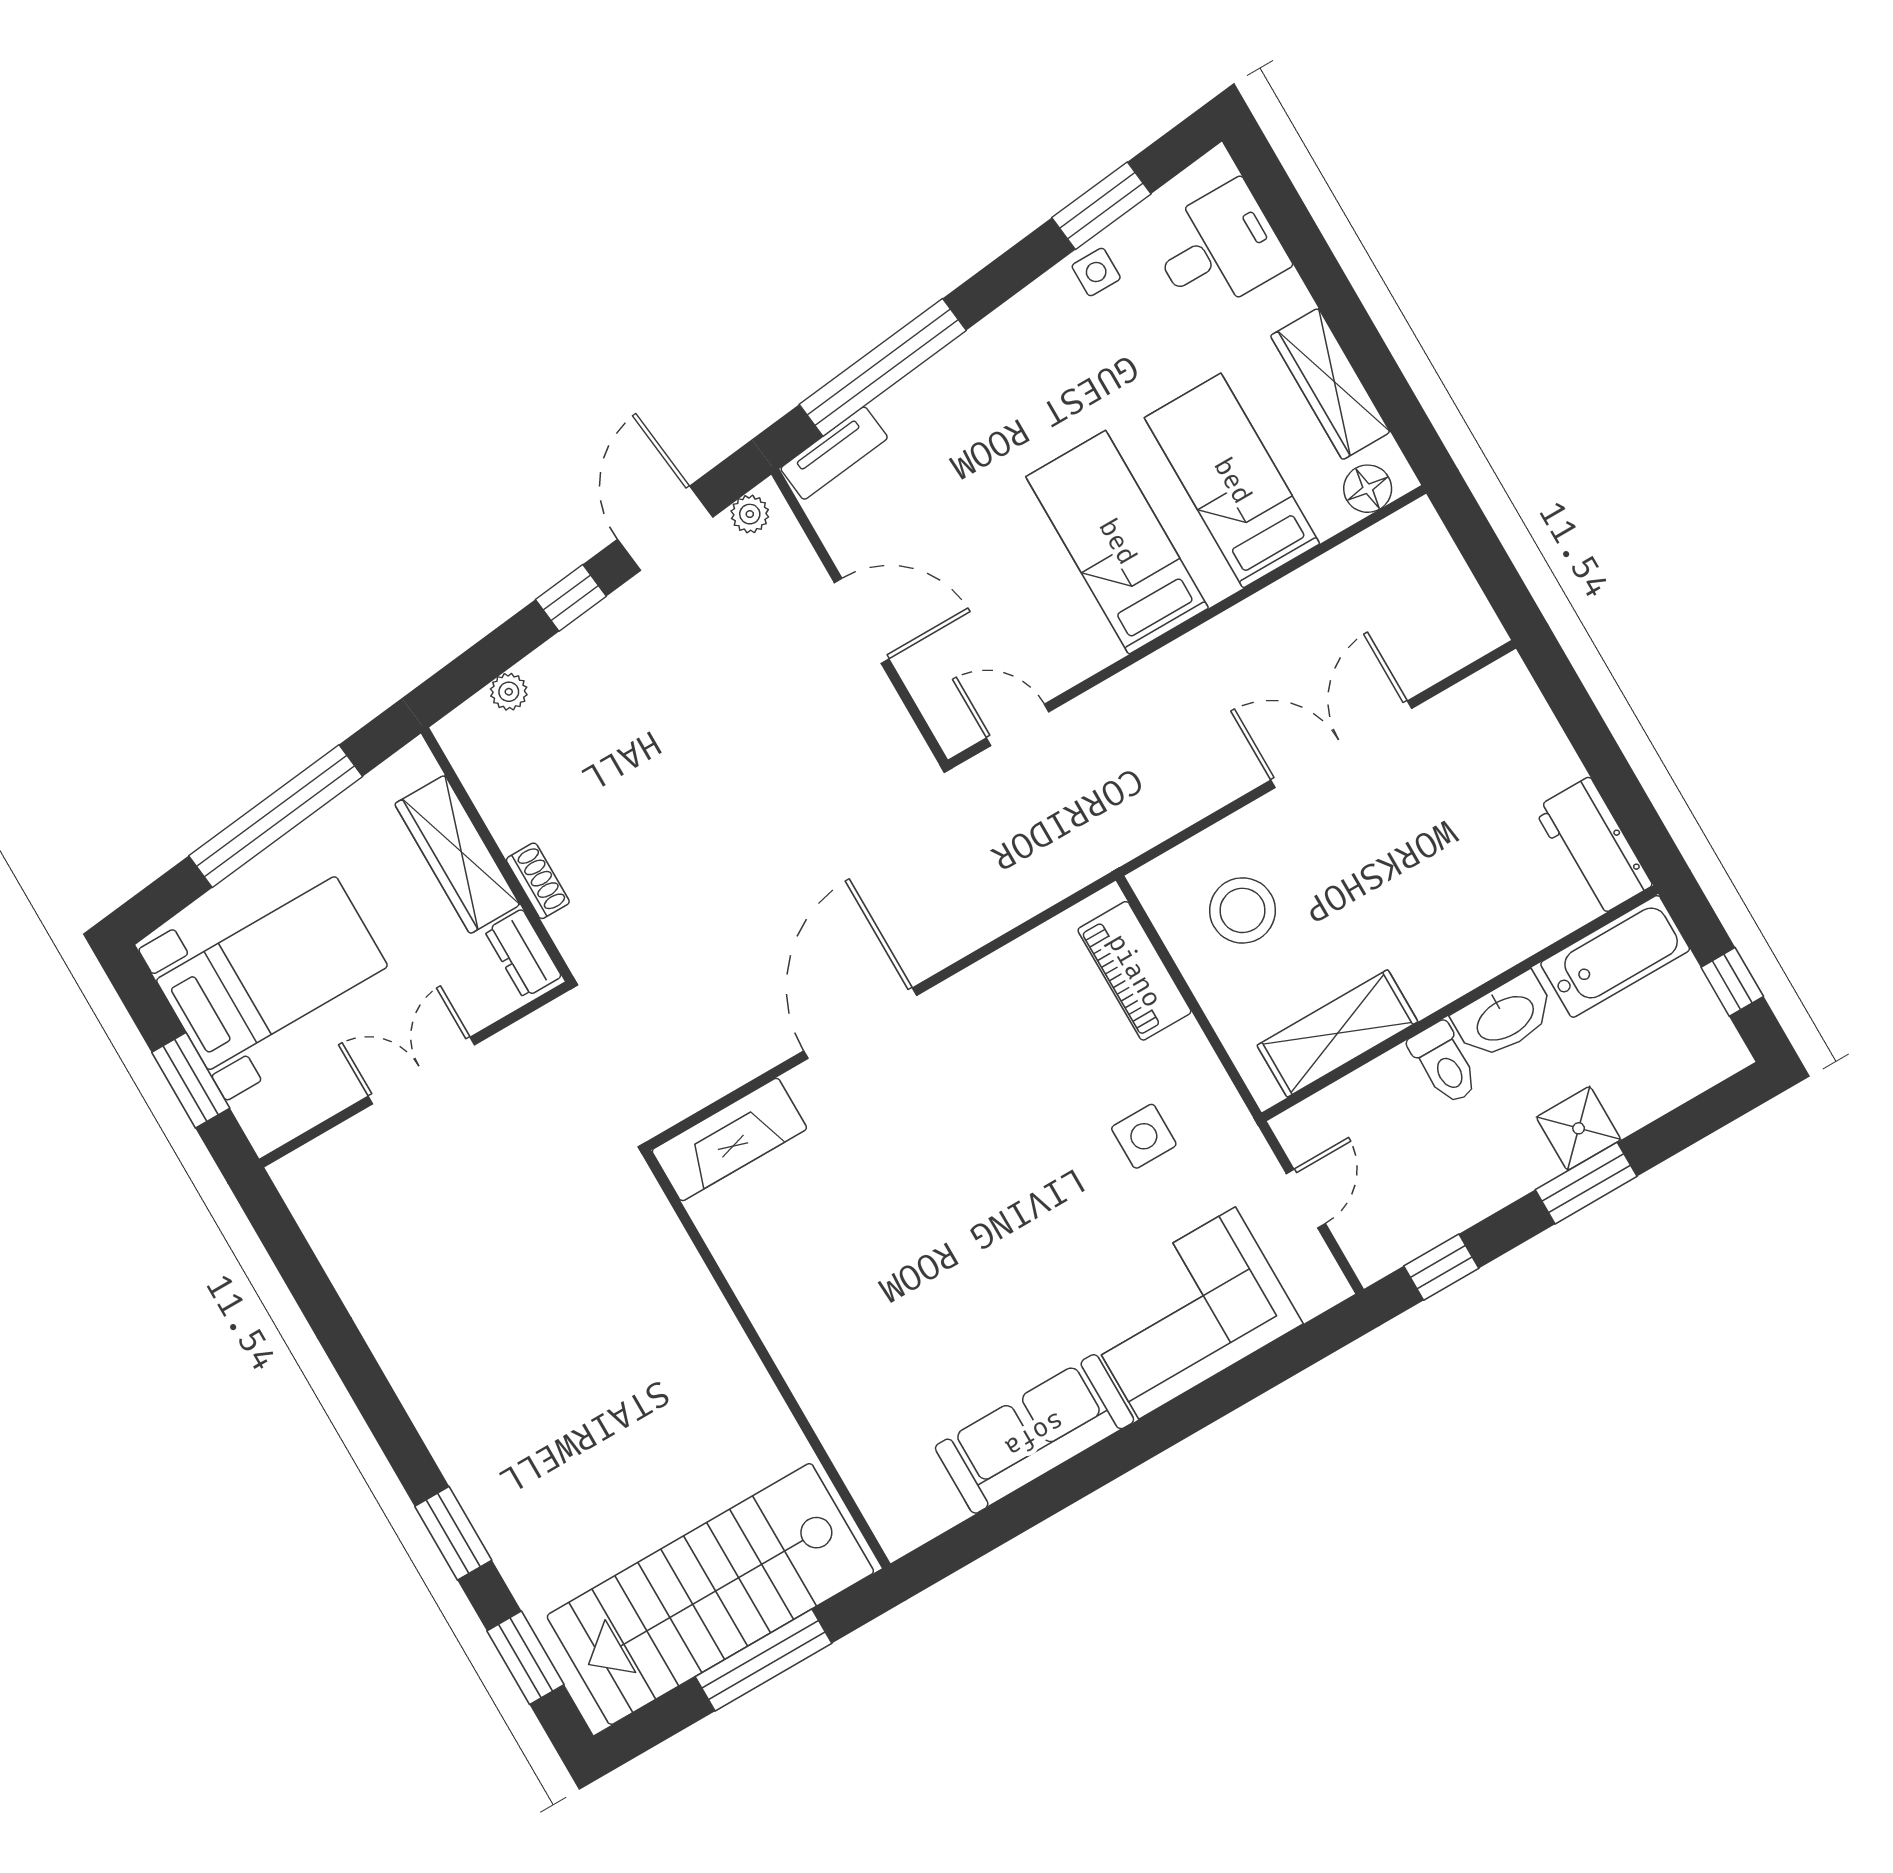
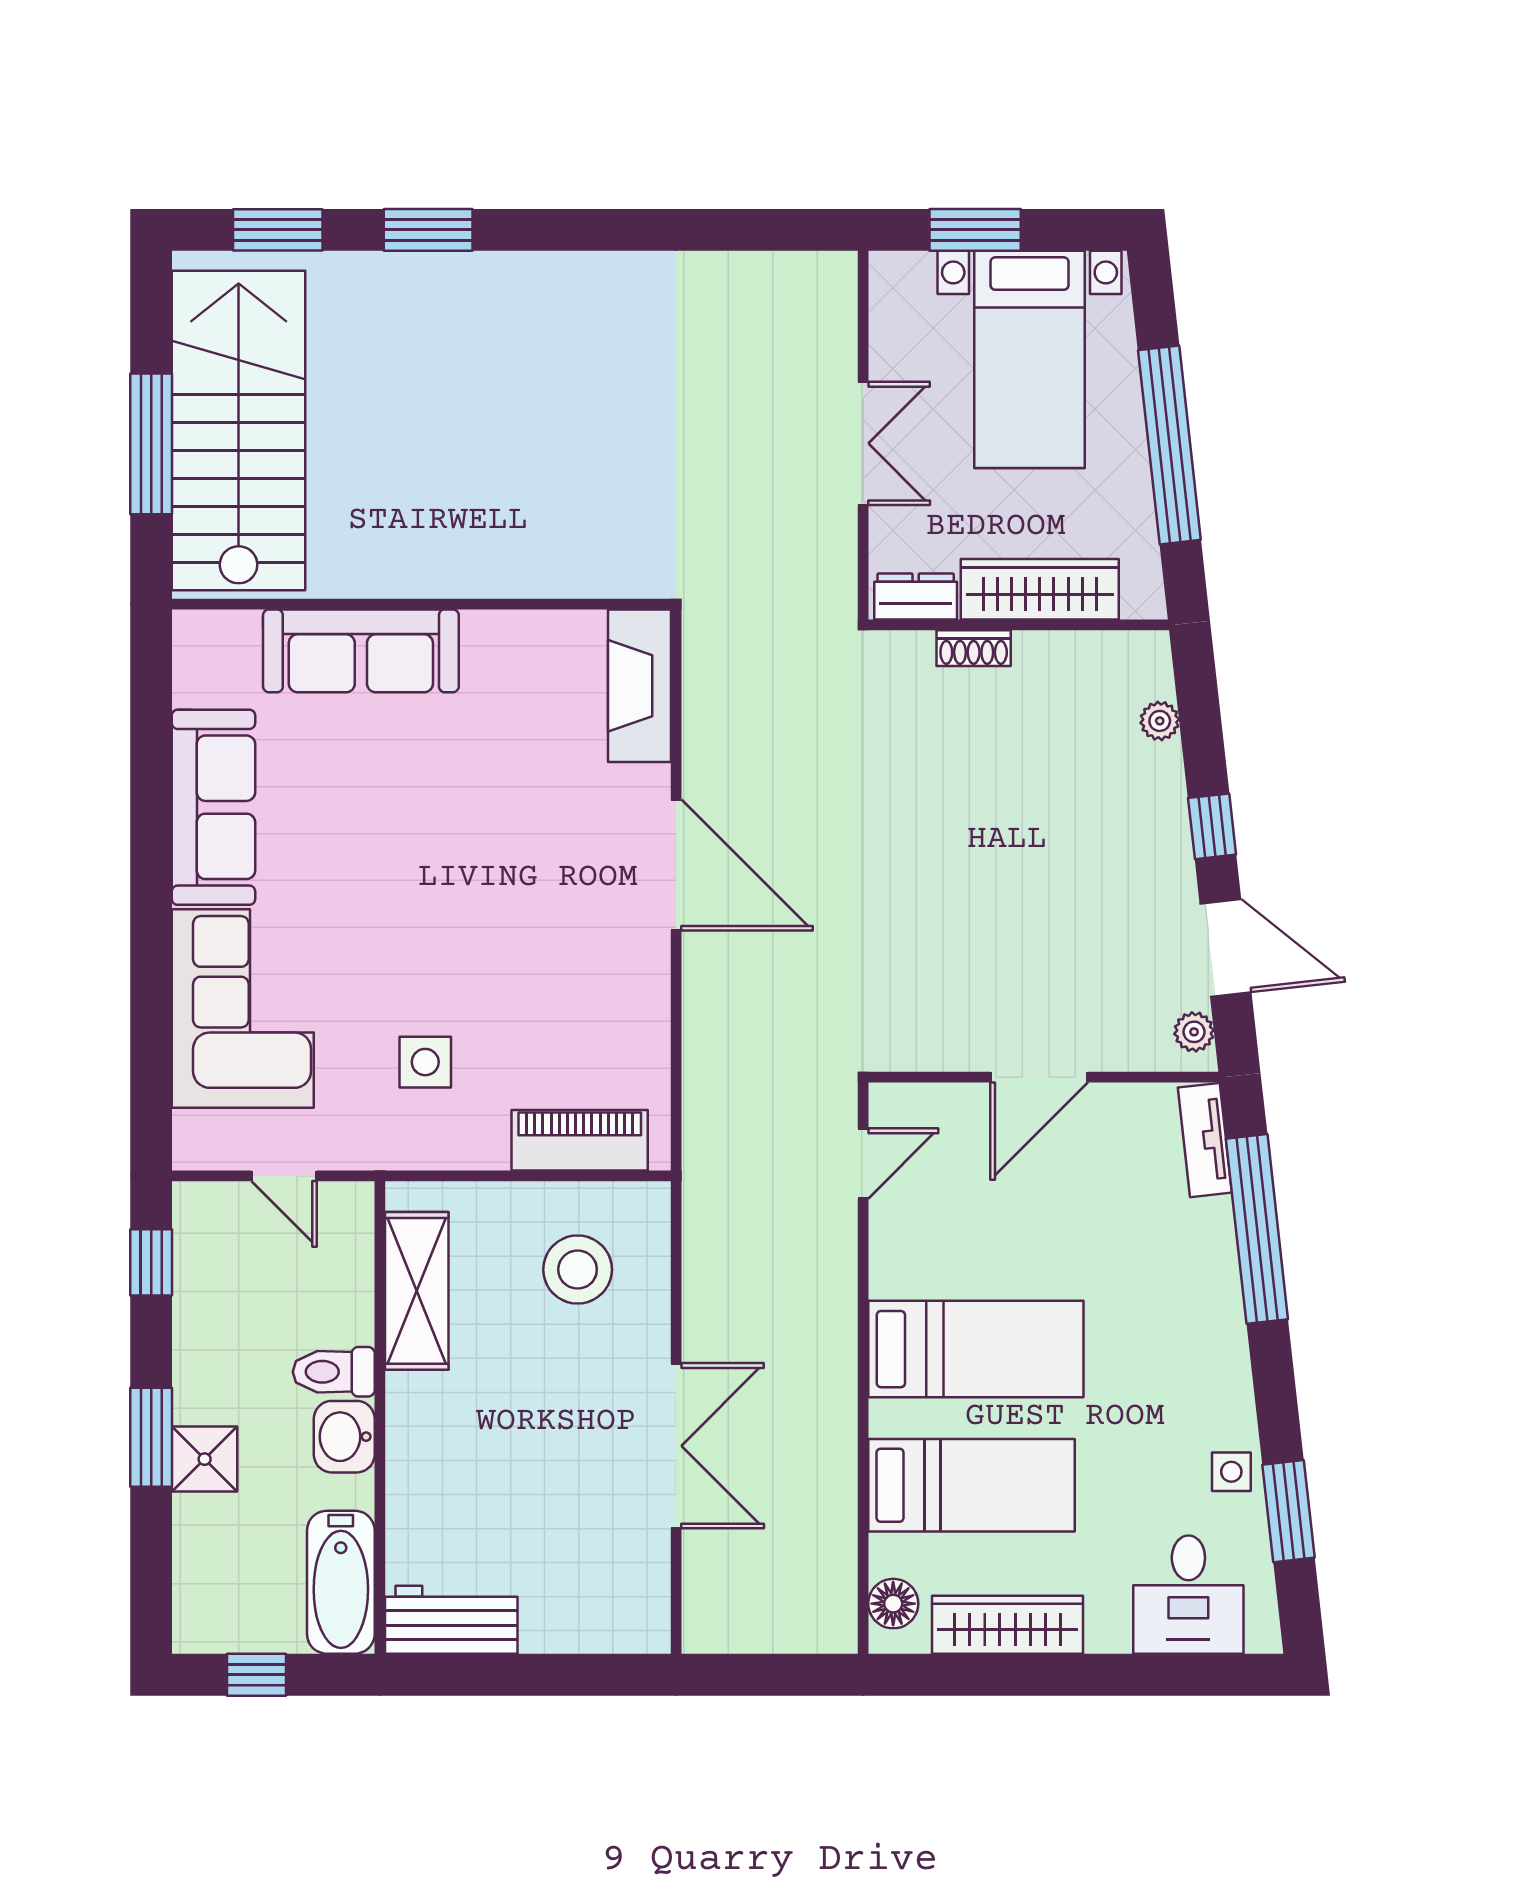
washbasin: (1504, 1017) -> (344, 1437), width x0.72
sofa: (834, 1387) -> (361, 651), added

